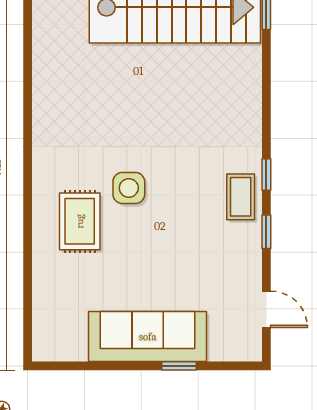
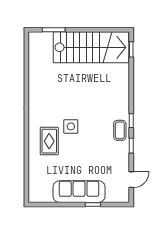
door: (266, 309) -> (131, 180), hinge flipped

